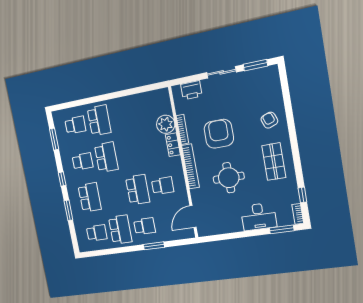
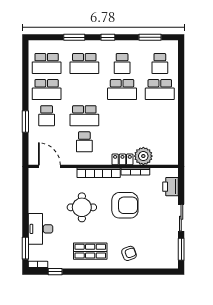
school desk: (97, 233) -> (47, 63), width x1.85

